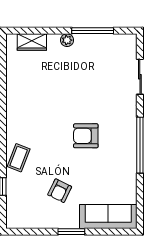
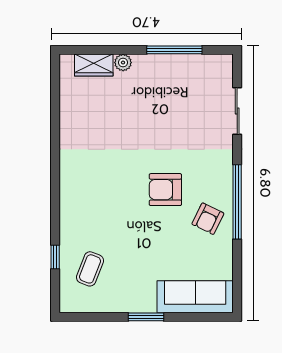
plant: (67, 40) -> (123, 63), moved
coffee table: (19, 158) -> (90, 269), moved
armchair: (60, 191) -> (208, 219), moved

